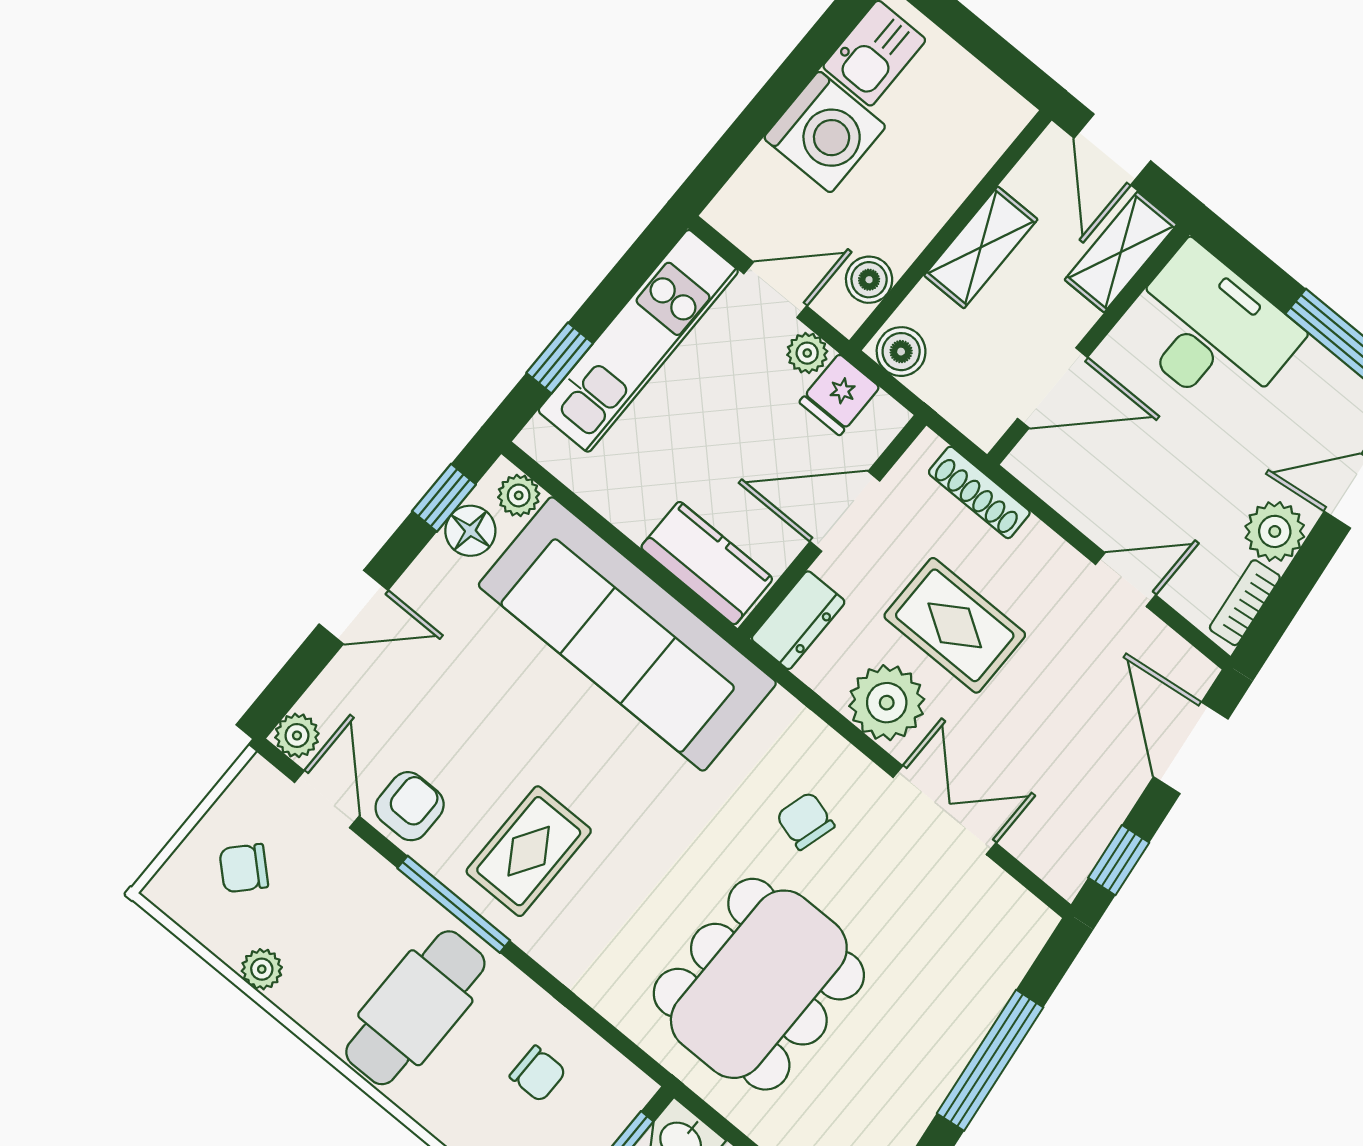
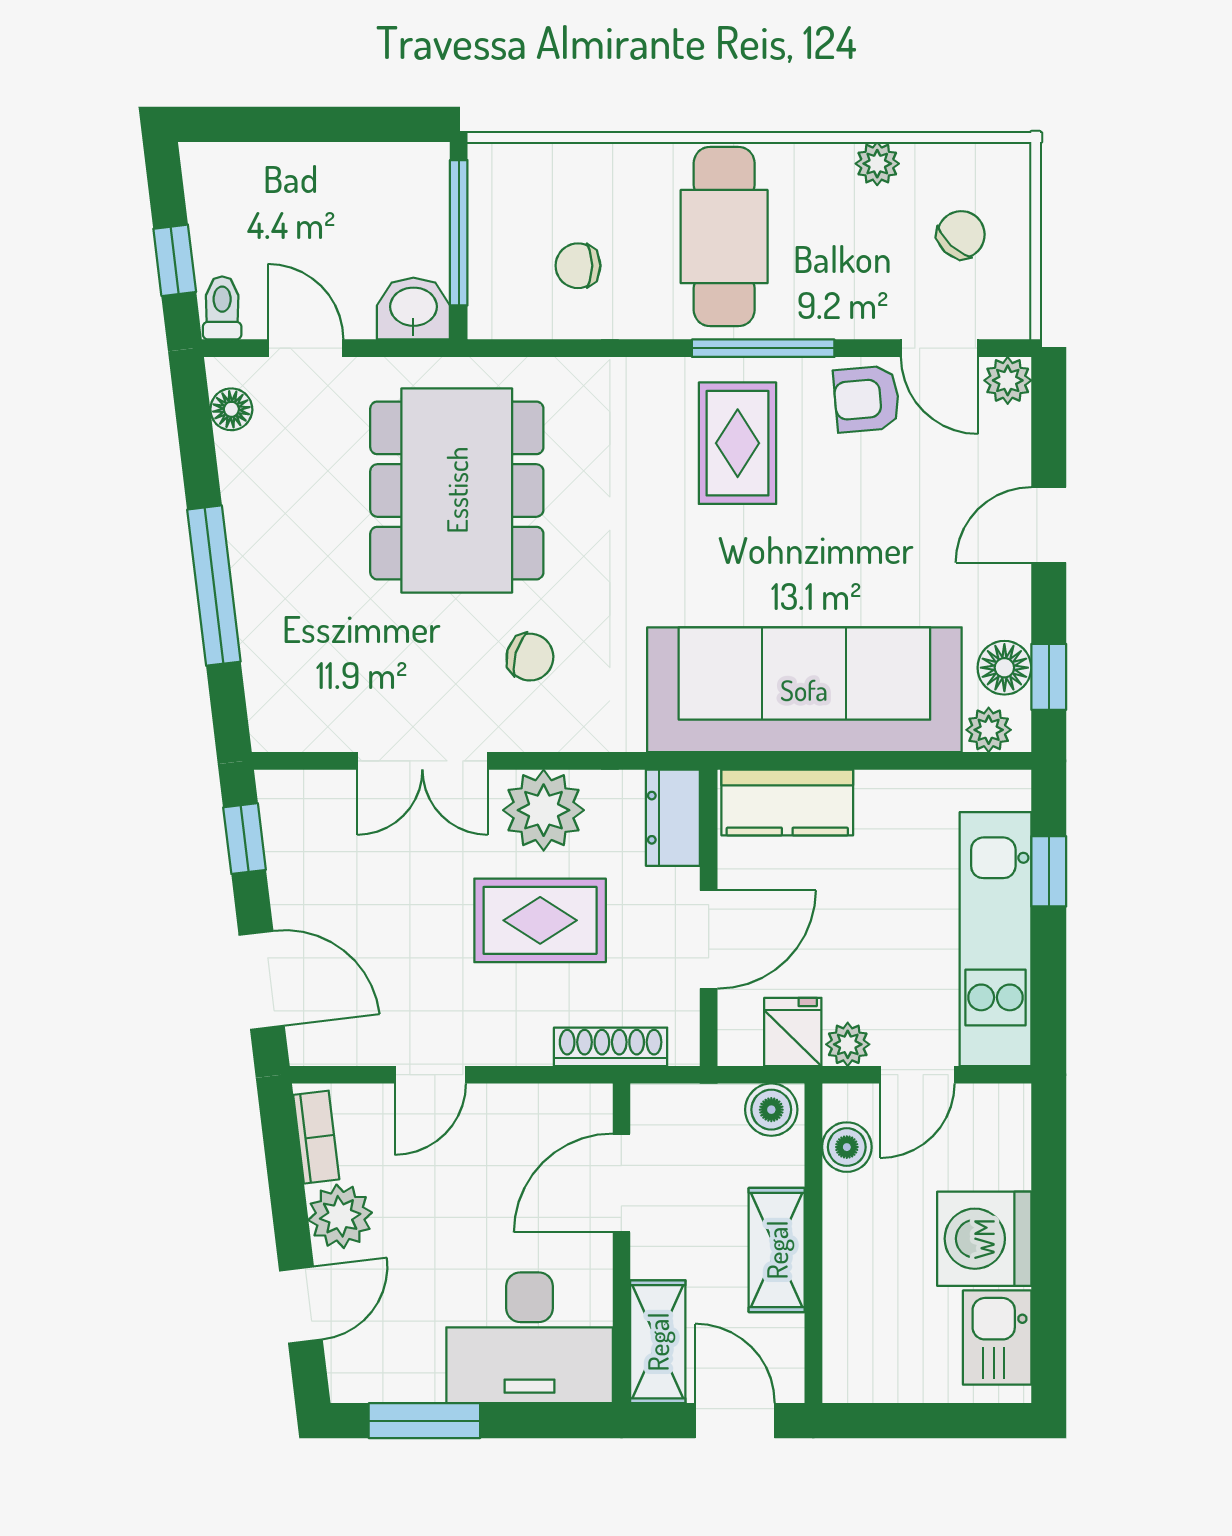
armchair: (410, 806) -> (867, 399), turned 85

